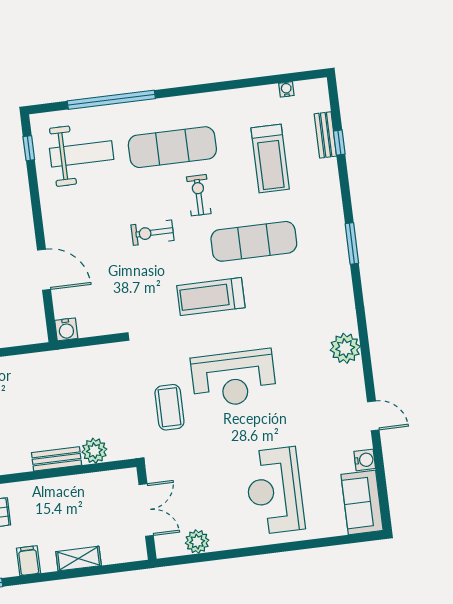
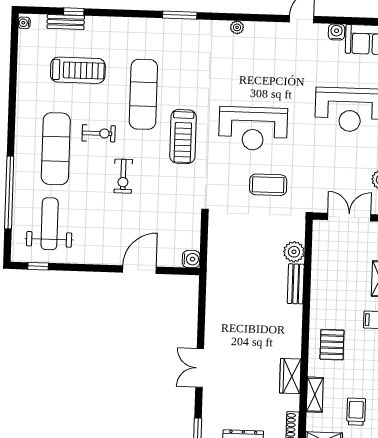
water cooler: (286, 89) -> (24, 23), moved
exercise bike: (199, 195) -> (99, 133), turned 180
window: (352, 243) -> (180, 15), moved
plant: (345, 348) -> (237, 27), width x0.53, depth x0.53
reception desk: (234, 378) -> (253, 129), turned 90

